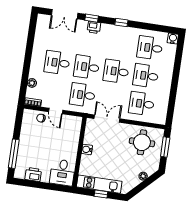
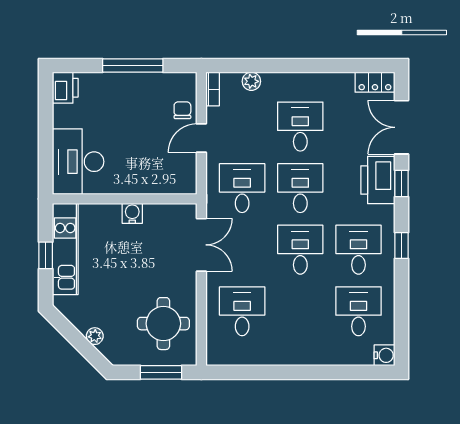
locker: (41, 24) -> (375, 82), added
printer: (94, 27) -> (378, 180), width x1.87, depth x1.48
desk: (146, 76) -> (358, 250), moved
window: (14, 154) -> (133, 65), moved
desk: (62, 172) -> (78, 162), width x1.37
printer: (33, 174) -> (65, 88), moved

